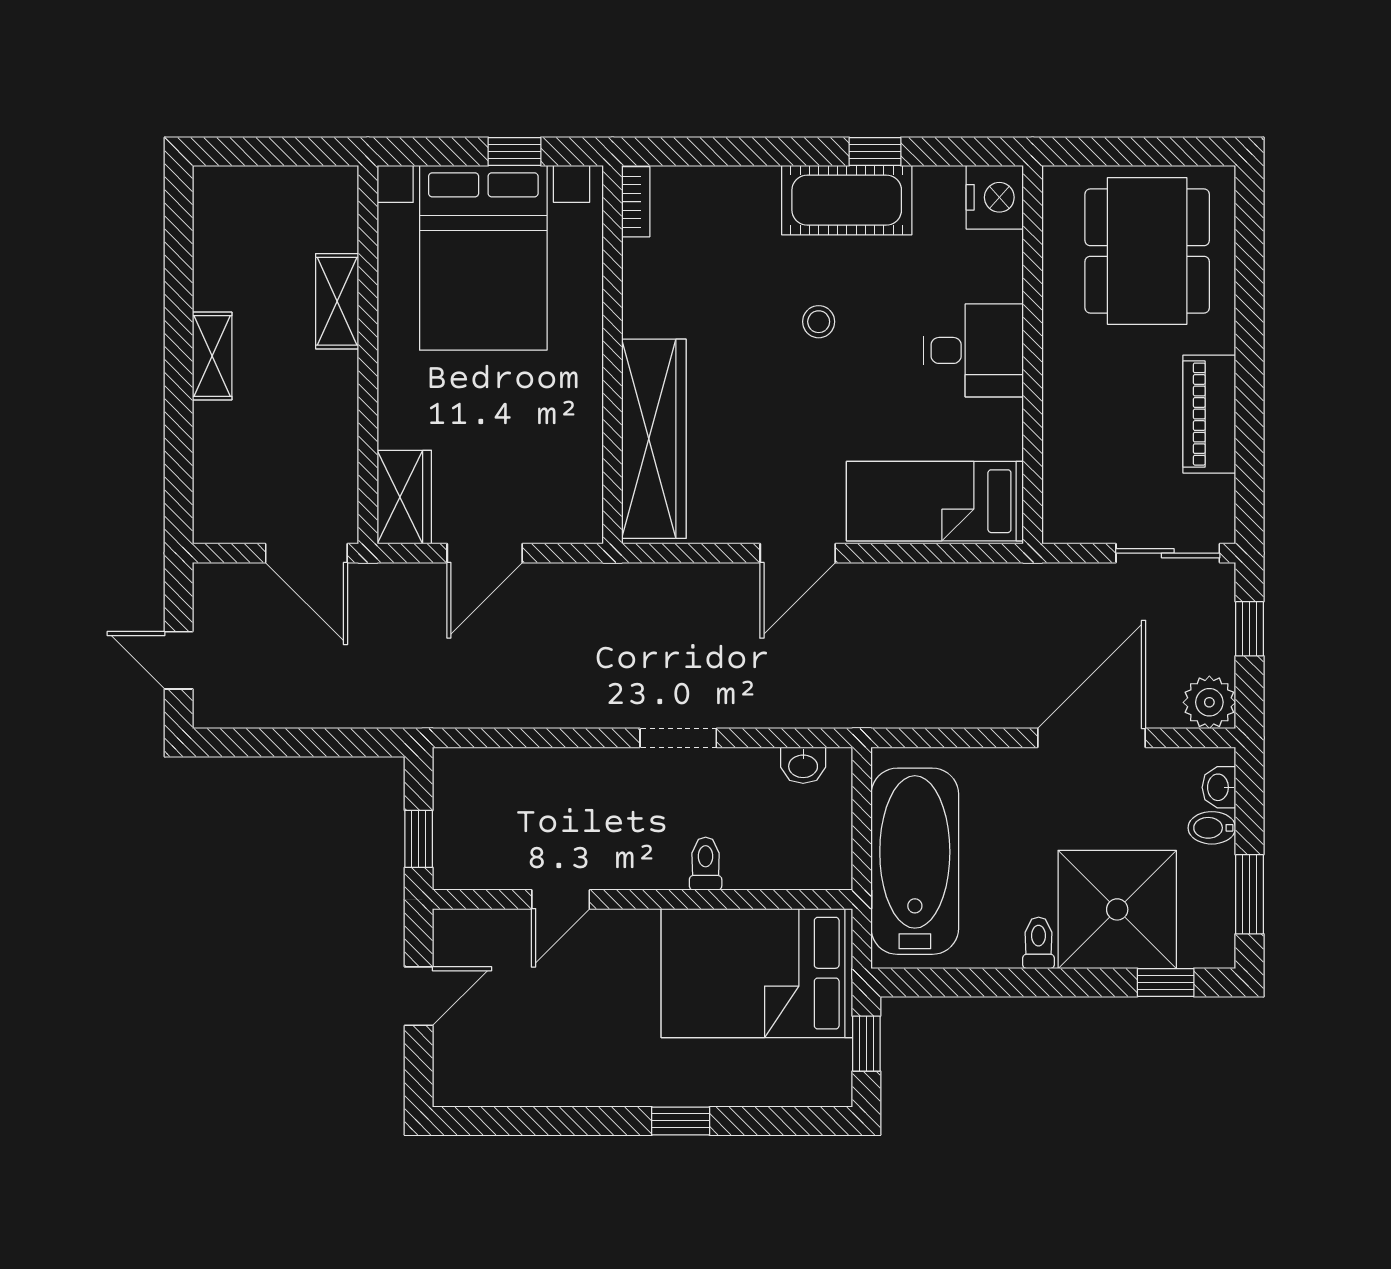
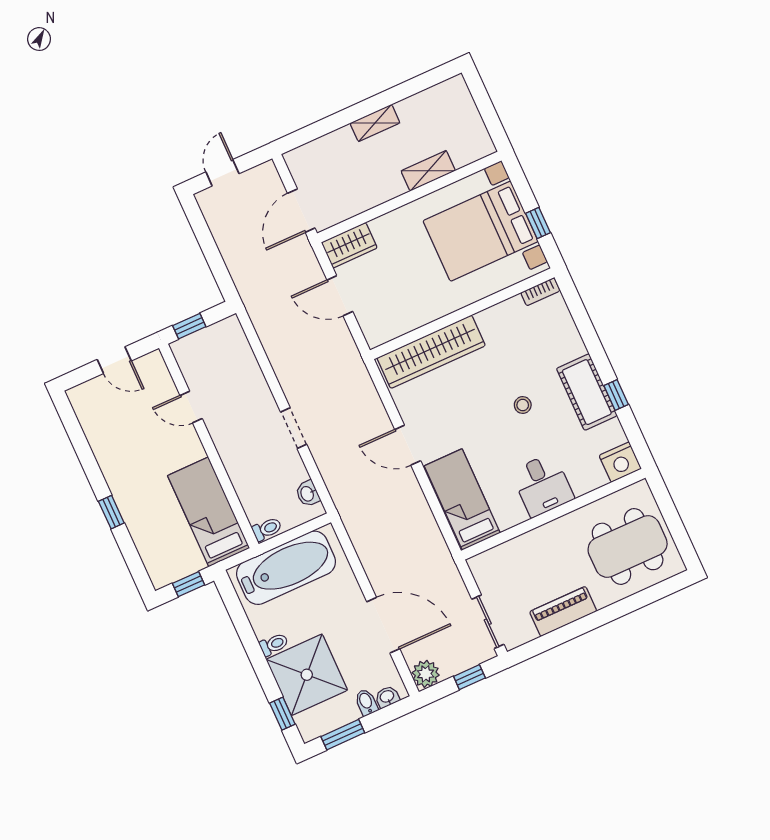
toilet: (706, 864) -> (267, 529), moved
bed: (757, 973) -> (209, 512), width x0.67

